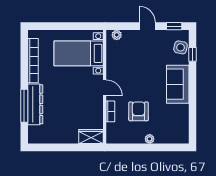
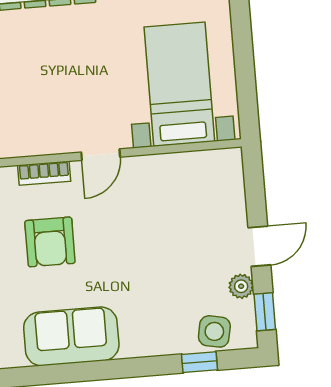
plant: (117, 35) -> (241, 286), moved
sofa: (178, 84) -> (71, 336), moved
armchair: (139, 111) -> (50, 242), turned 90

